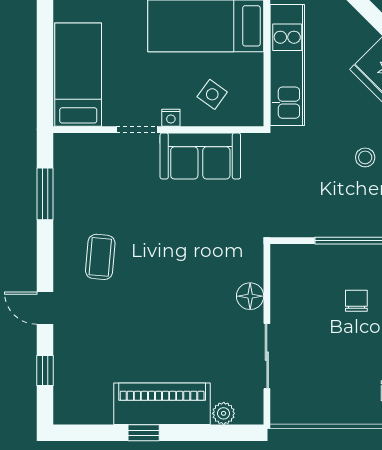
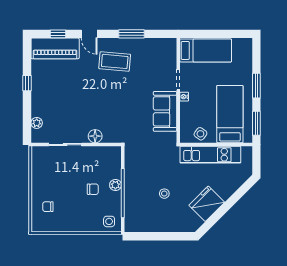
side table: (212, 94) -> (200, 134), moved
window: (45, 194) -> (132, 34), moved
plant: (348, 255) -> (115, 185), added
coffee table: (100, 257) -> (115, 61), width x1.36, depth x1.30
door: (45, 308) -> (89, 34), swing flipped
piano: (162, 404) -> (55, 48), moved, turned 90

